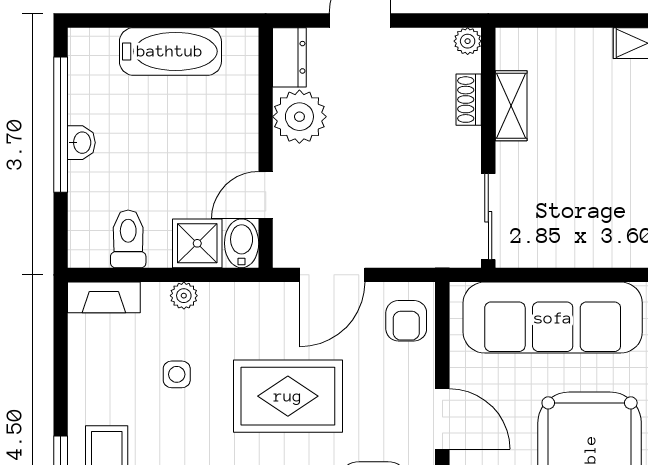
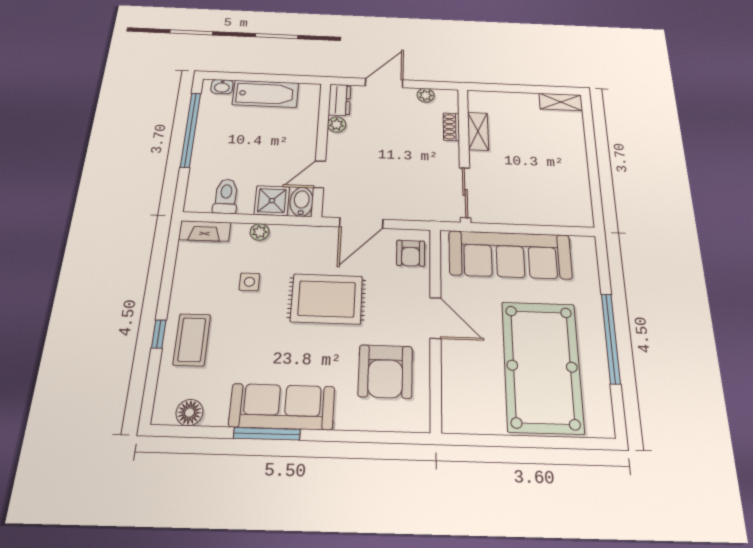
plant: (468, 41) -> (426, 95), moved
plant: (299, 117) -> (337, 125), width x0.53, depth x0.53
washbasin: (81, 143) -> (222, 87), moved, turned 90

